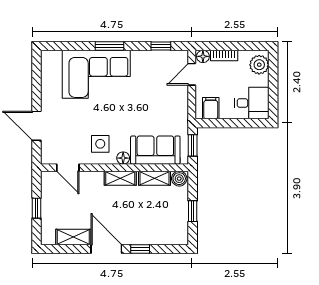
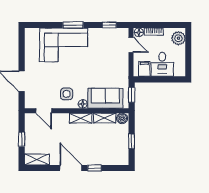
door: (192, 74) -> (131, 45), swing flipped
desk: (252, 103) -> (162, 64), moved, turned 90
shelving: (73, 237) -> (37, 160), moved

